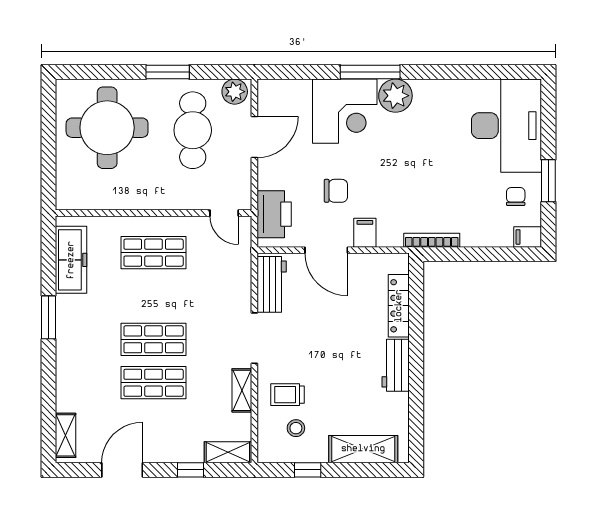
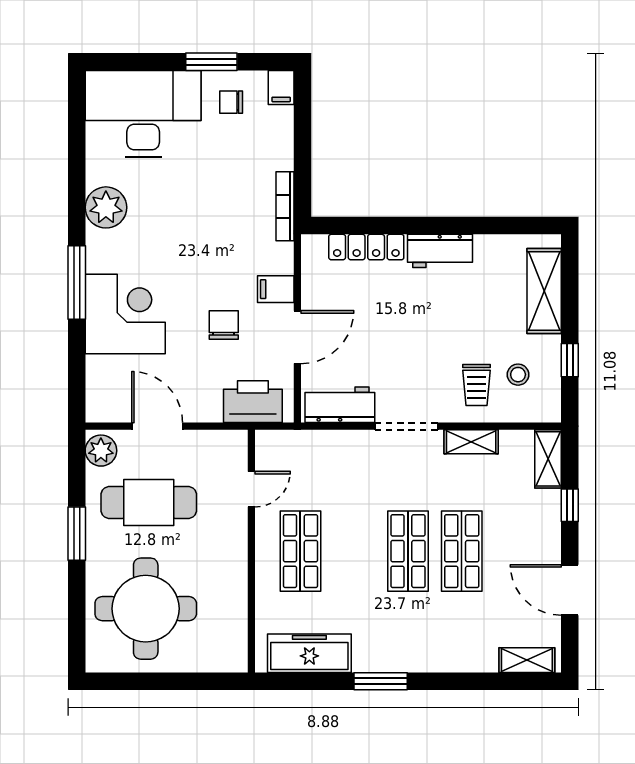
plant: (395, 96) -> (106, 207), moved
door: (224, 213) -> (251, 489), moved

